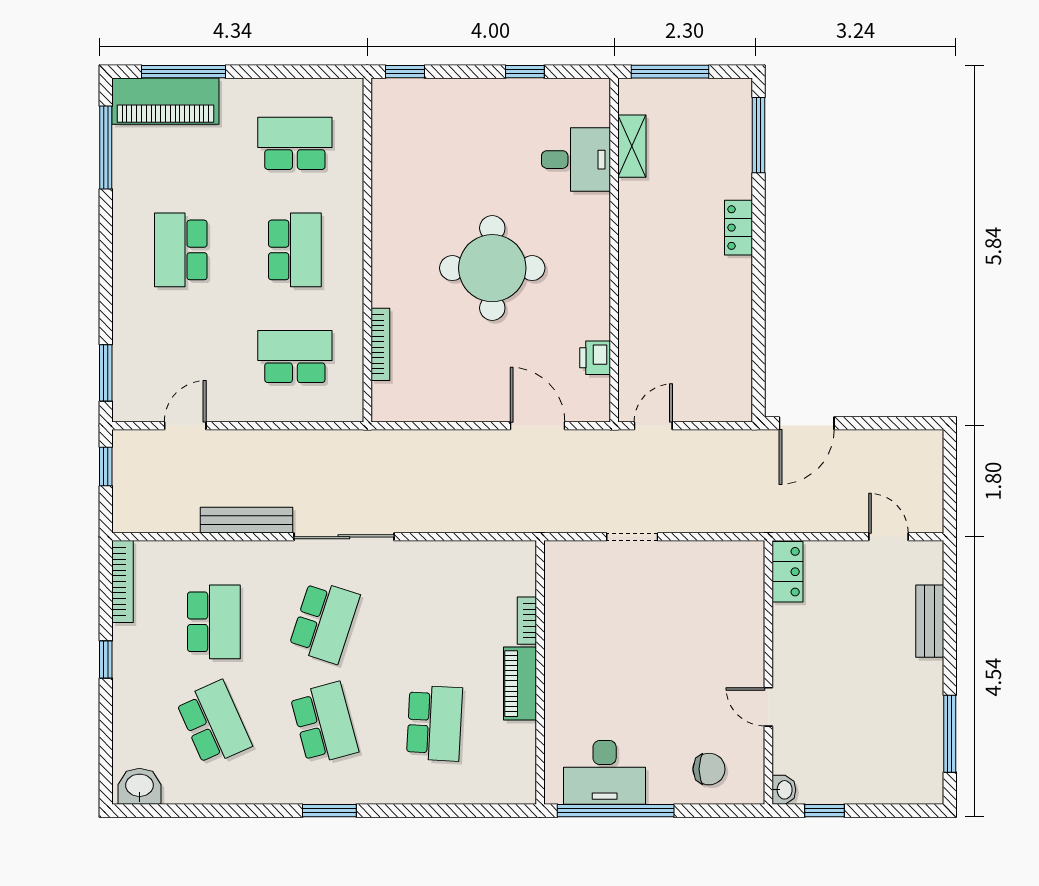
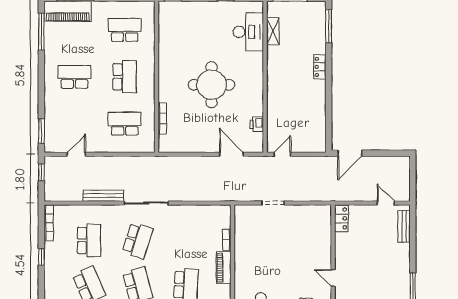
desk: (576, 160) -> (248, 32), width x1.37
school desk: (181, 250) -> (74, 77), turned 90
bench: (930, 621) -> (404, 226), moved

